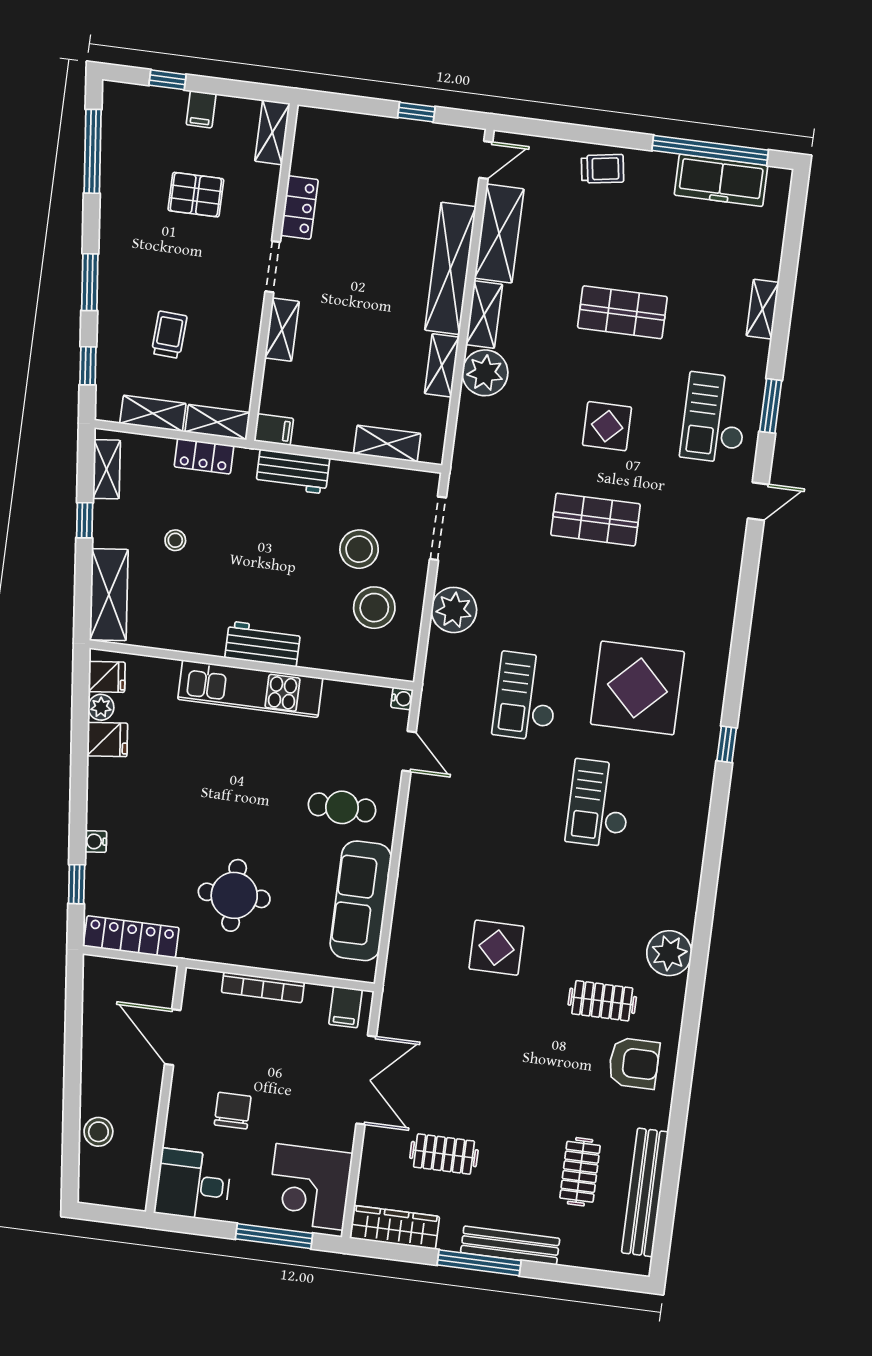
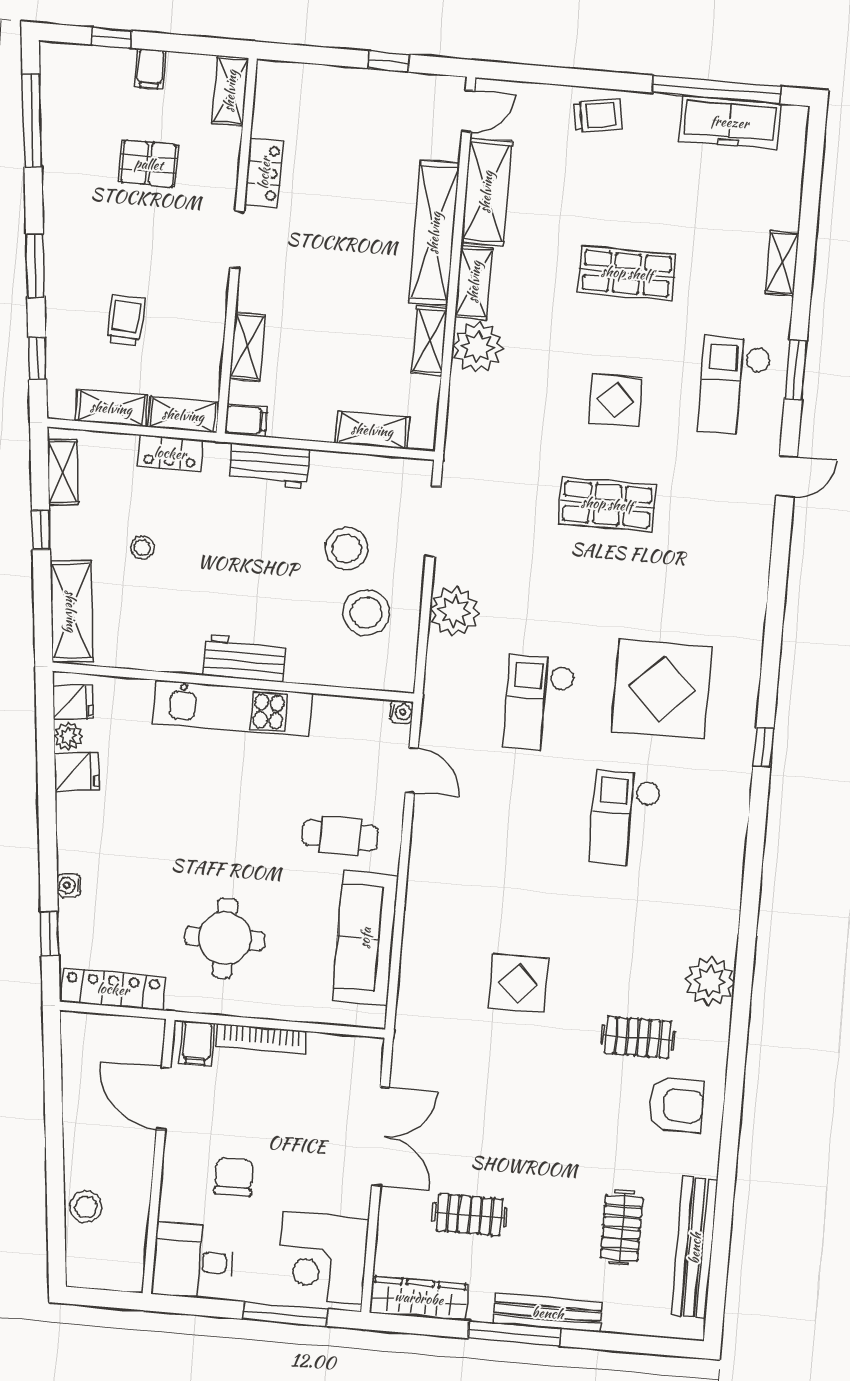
shelving: (282, 330) -> (247, 347), moved
filing cabinet: (345, 1007) -> (197, 1043), moved

